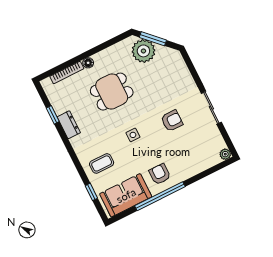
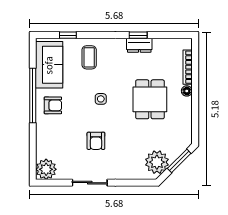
plant: (143, 51) -> (157, 162), moved
window: (53, 115) -> (138, 35), moved
plant: (225, 154) -> (46, 169), width x1.88, depth x1.88

